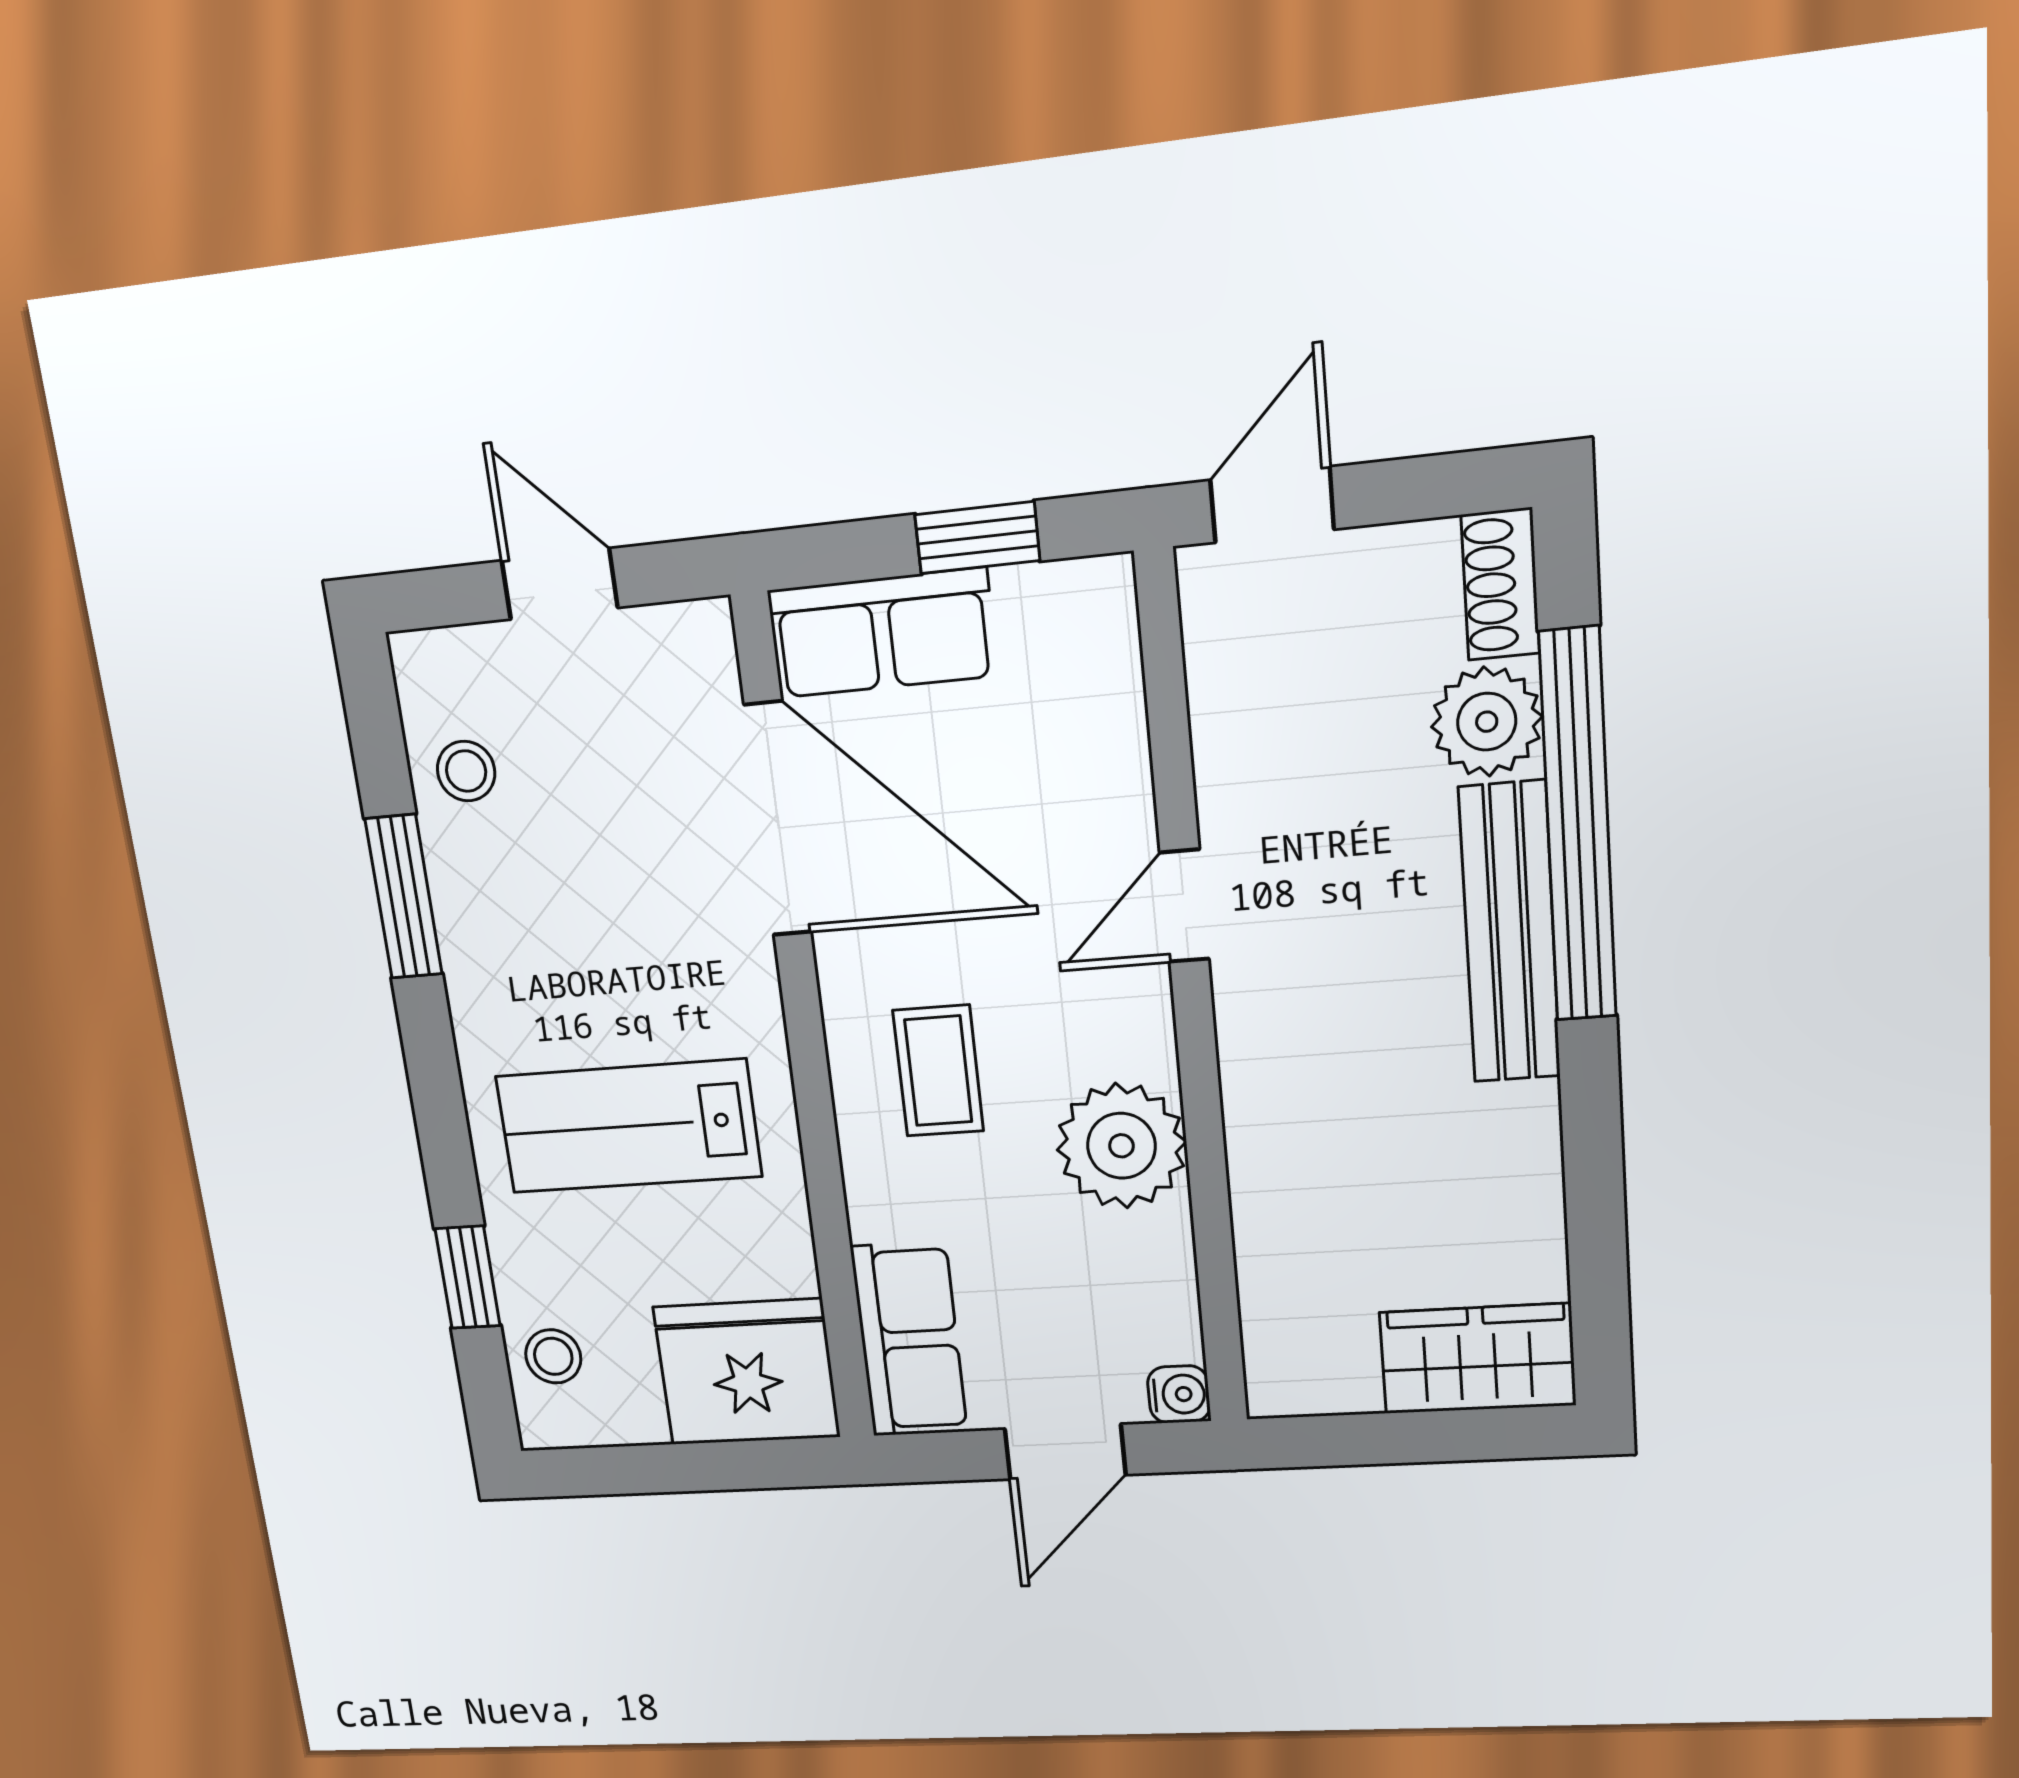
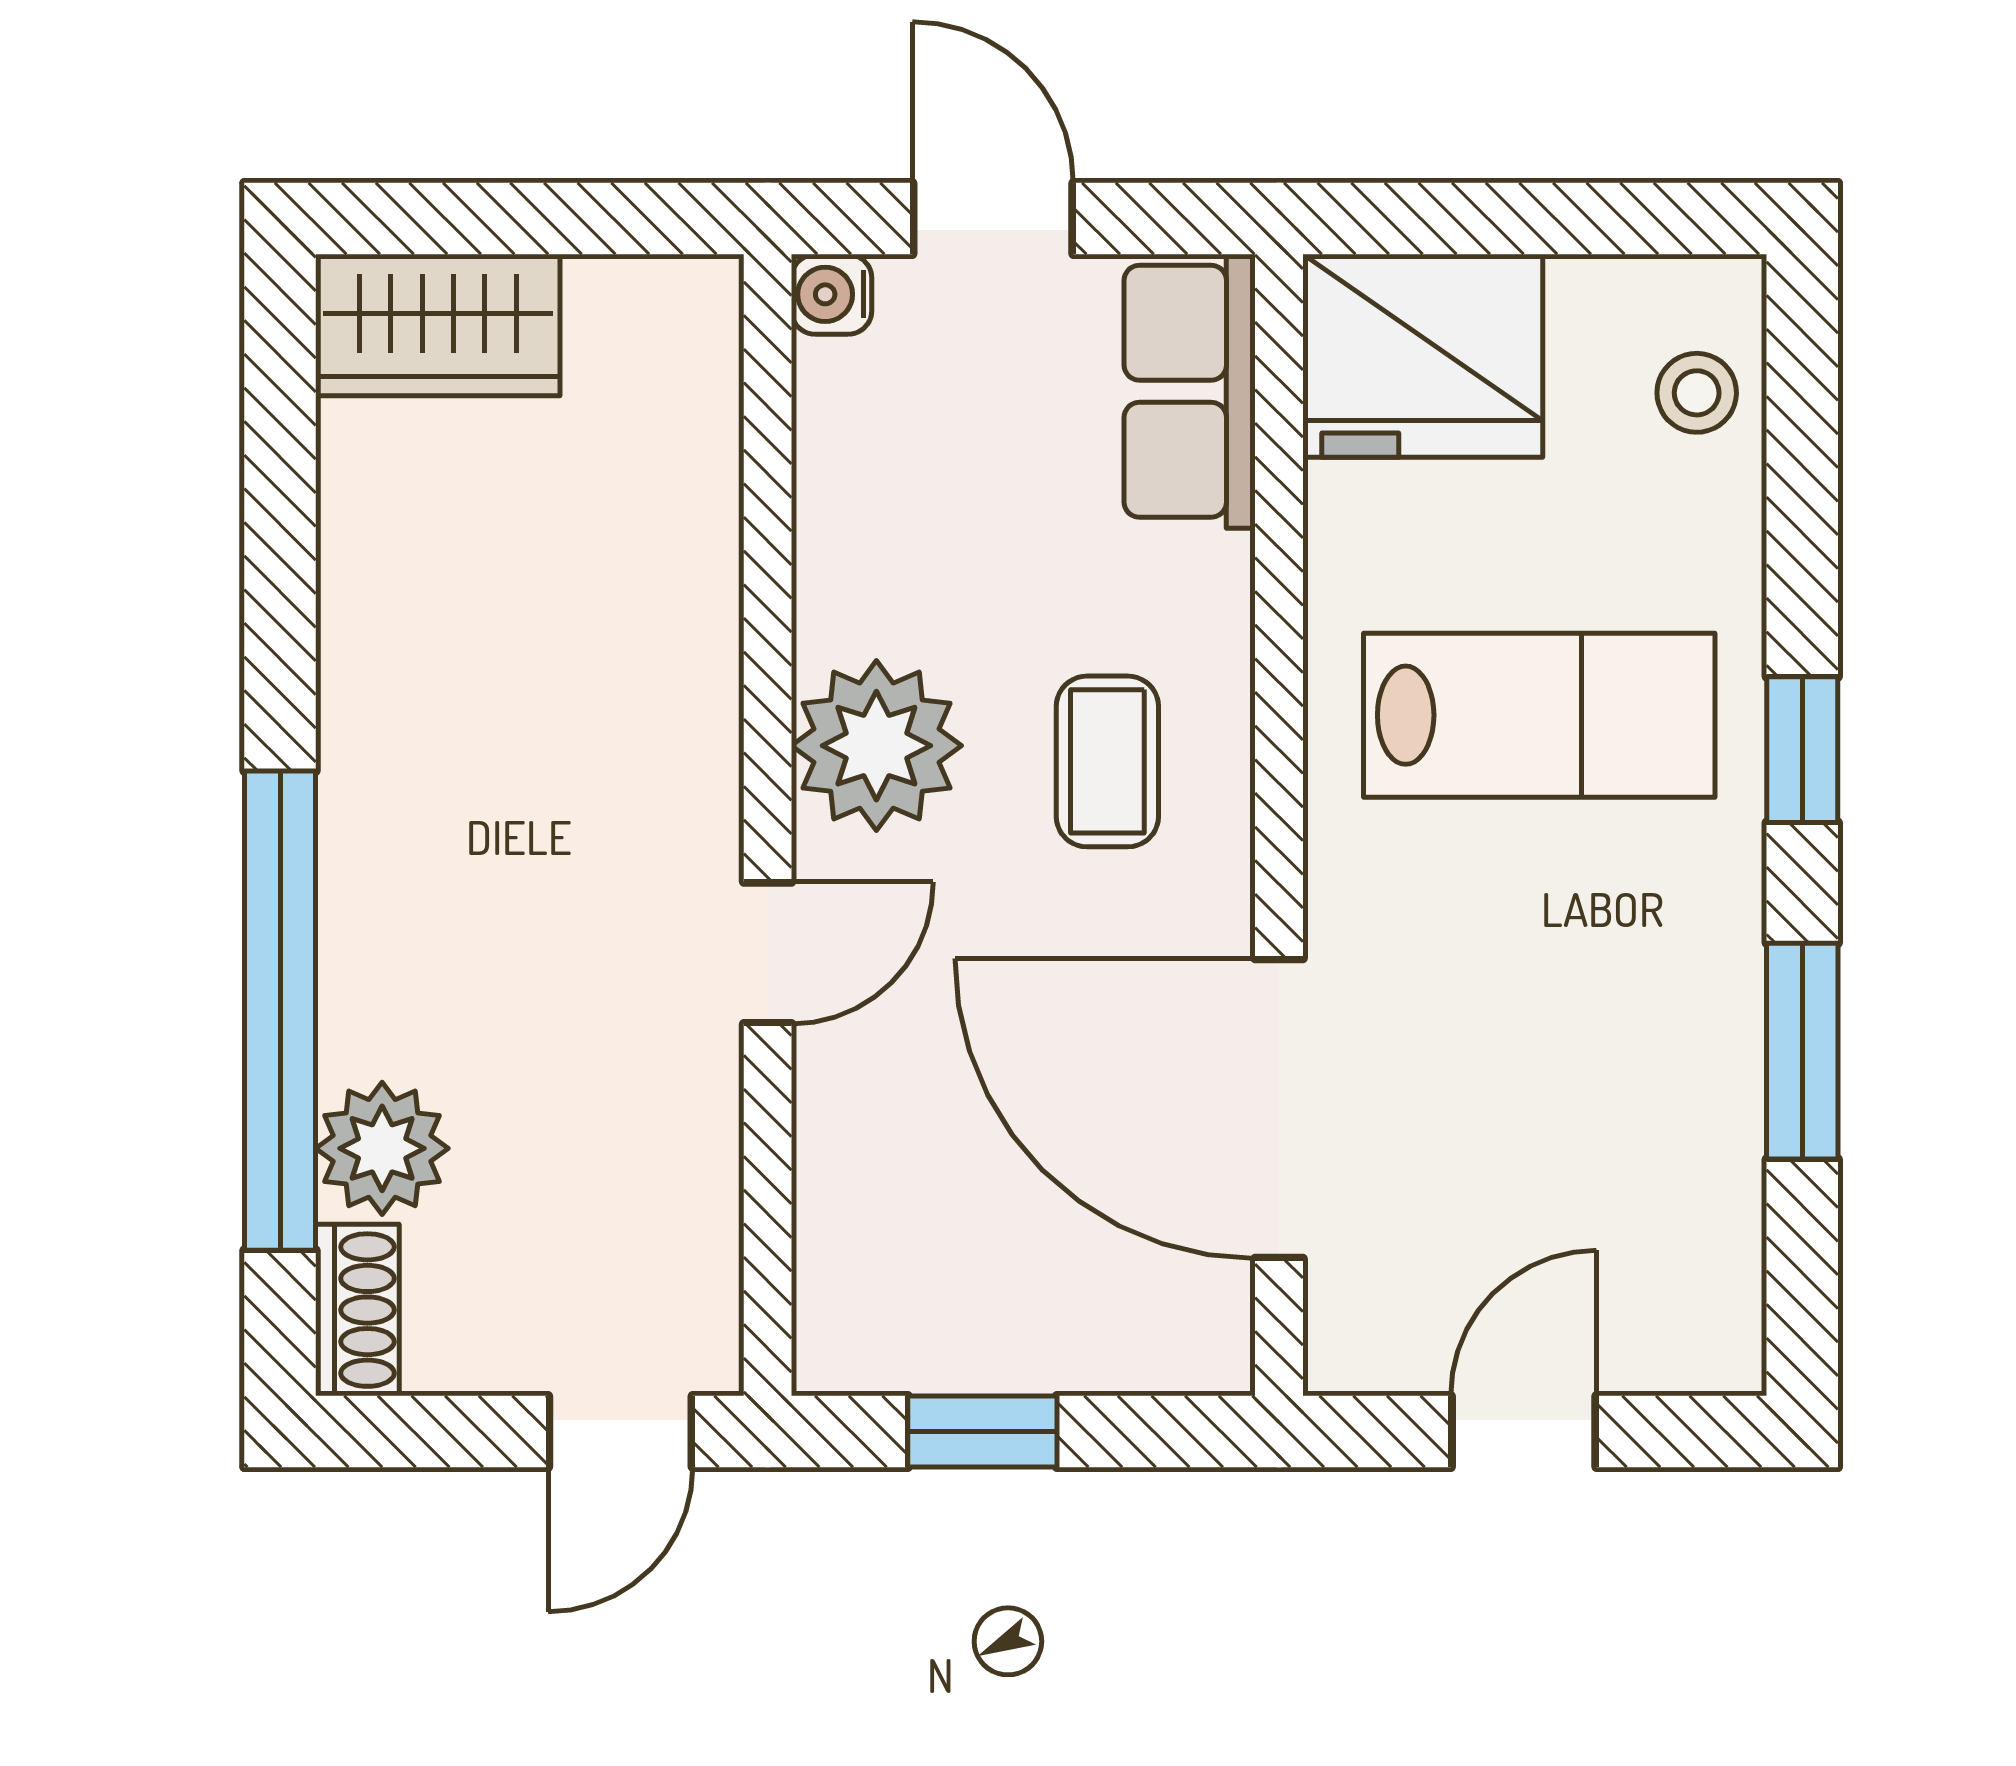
door: (560, 584) -> (1524, 1432), swing flipped
row of seats: (882, 633) -> (1115, 1329), removed
stool: (466, 771) -> (1687, 1208), removed
bench: (1510, 933) -> (368, 885), removed
plant: (1121, 1146) -> (876, 746), moved
window: (468, 1277) -> (1802, 750), moved
door: (1065, 1452) -> (993, 219), hinge flipped

